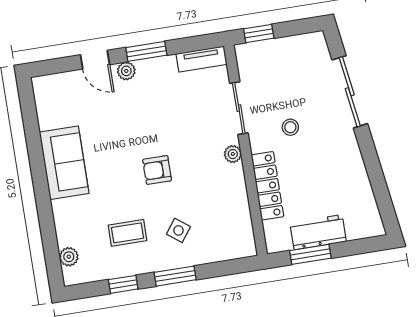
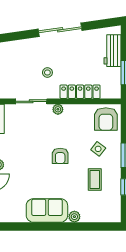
sliding door: (350, 92) -> (60, 30), moved
workbench: (318, 232) -> (112, 51), moved
armchair: (229, 235) -> (106, 119), added
plant: (69, 257) -> (74, 217), moved

